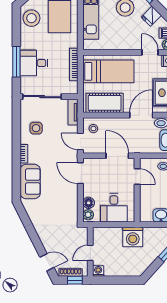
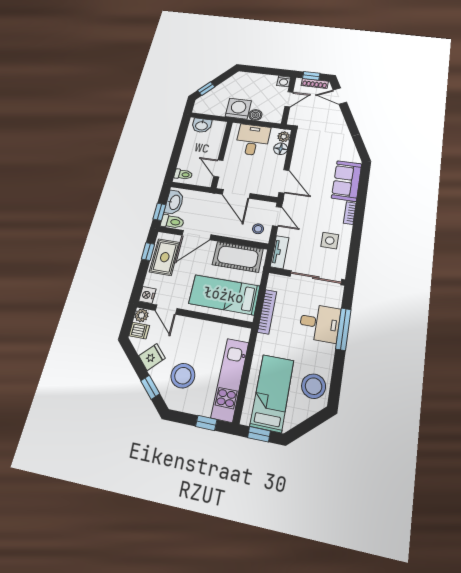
boiler: (116, 233) -> (255, 115), added

